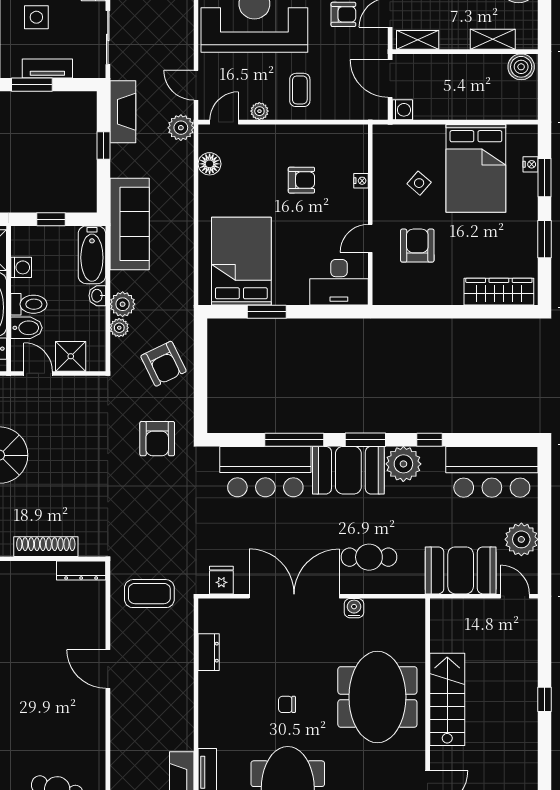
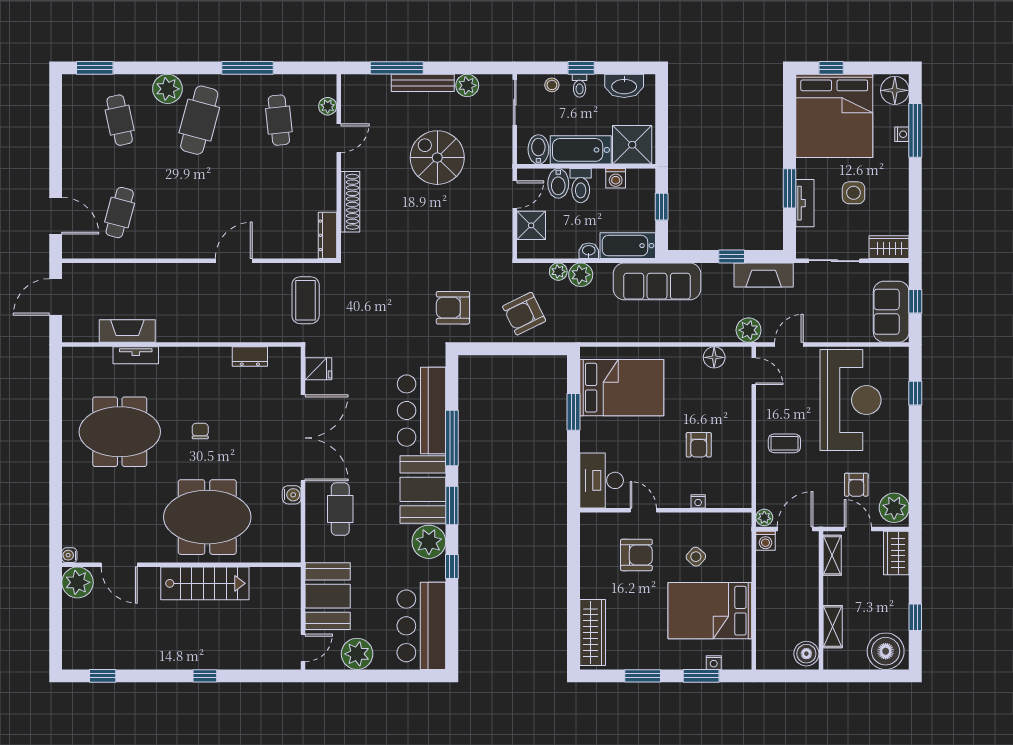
plant: (259, 111) -> (764, 517), moved

